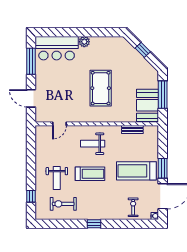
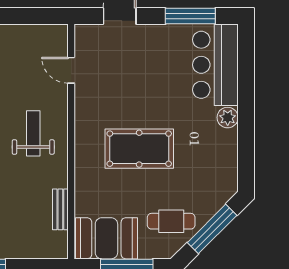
window: (143, 50) -> (212, 229), width x2.17
cafe table: (139, 71) -> (171, 221), added

